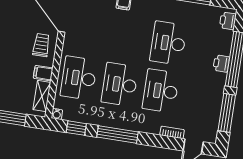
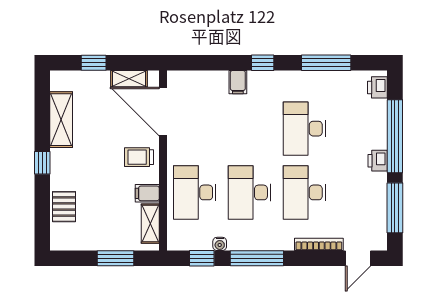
trolley: (41, 45) -> (139, 157), turned -90
printer: (221, 64) -> (378, 161), moved
water cooler: (57, 114) -> (220, 244), moved
bookcase: (172, 132) -> (319, 244), width x1.56

